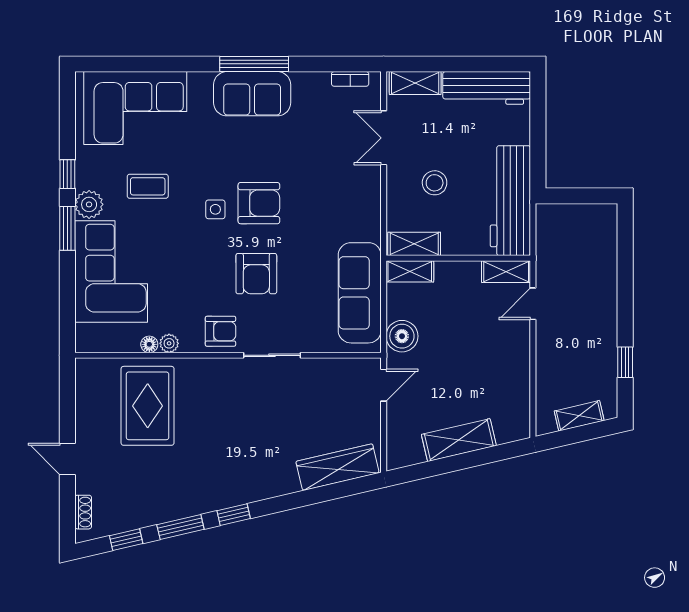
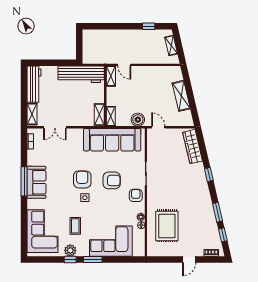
stool: (435, 183) -> (74, 106), removed
plant: (89, 204) -> (70, 250), moved
sofa: (360, 293) -> (112, 140), width x1.36, depth x1.27
rug: (148, 406) -> (167, 226), turned 90
window: (234, 515) -> (209, 175), moved

